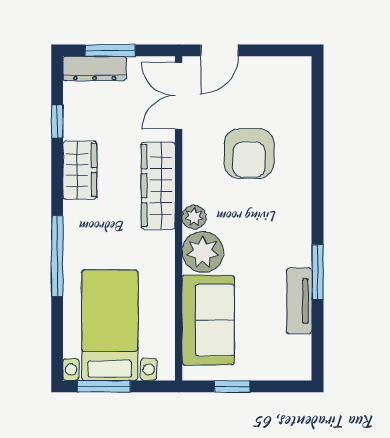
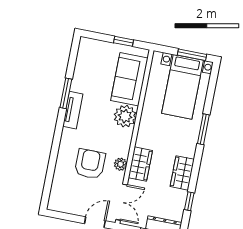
wardrobe: (158, 186) -> (140, 164), width x0.67
plant: (194, 217) -> (121, 164), moved
window: (57, 256) -> (203, 129), width x0.69
tv unit: (299, 301) -> (73, 110), moved

